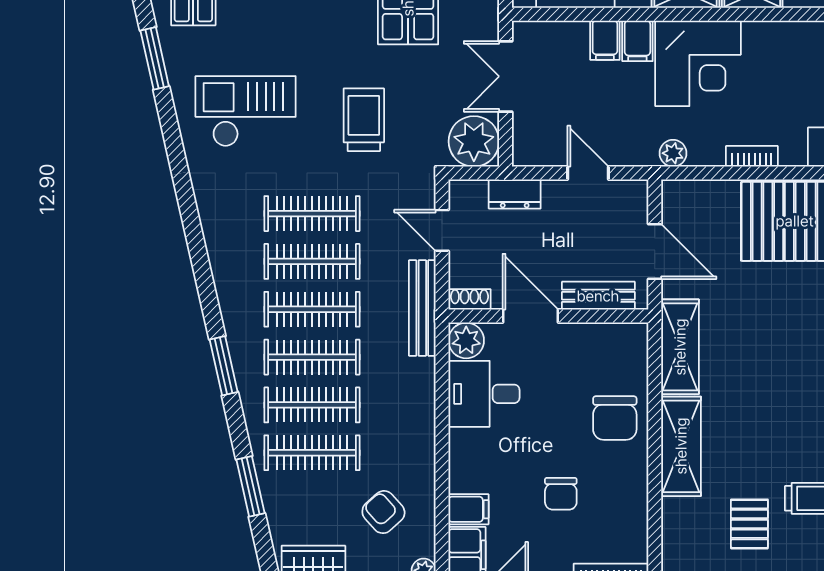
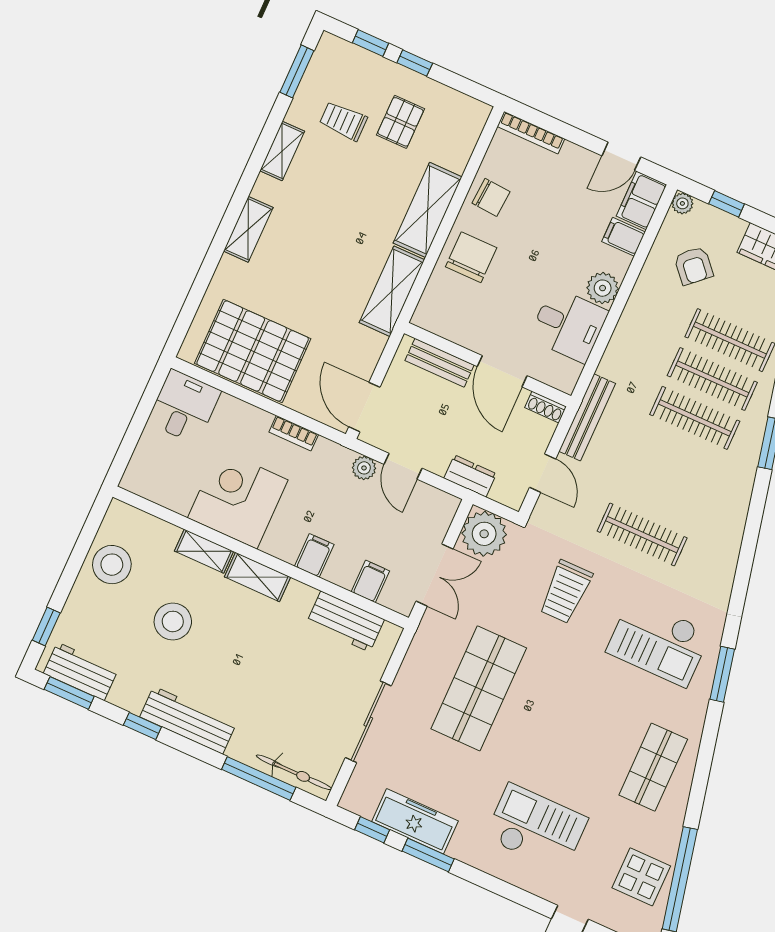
filing cabinet: (605, 40) -> (370, 581), moved
window: (155, 58) -> (722, 674), moved
corner desk: (698, 63) -> (238, 499), moved
plant: (673, 153) -> (364, 468), moved
bookcase: (752, 156) -> (294, 433), moved
door: (655, 252) -> (364, 407), moved
clothes rail: (312, 261) -> (660, 496), removed
clothes rail: (312, 309) -> (677, 457), removed
plant: (466, 340) -> (603, 288), moved
chair: (561, 494) -> (491, 197), moved, turned 94

